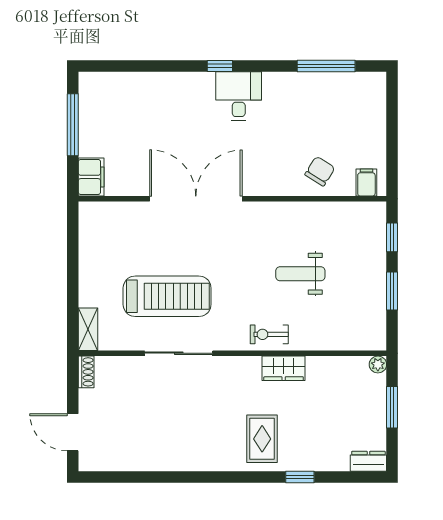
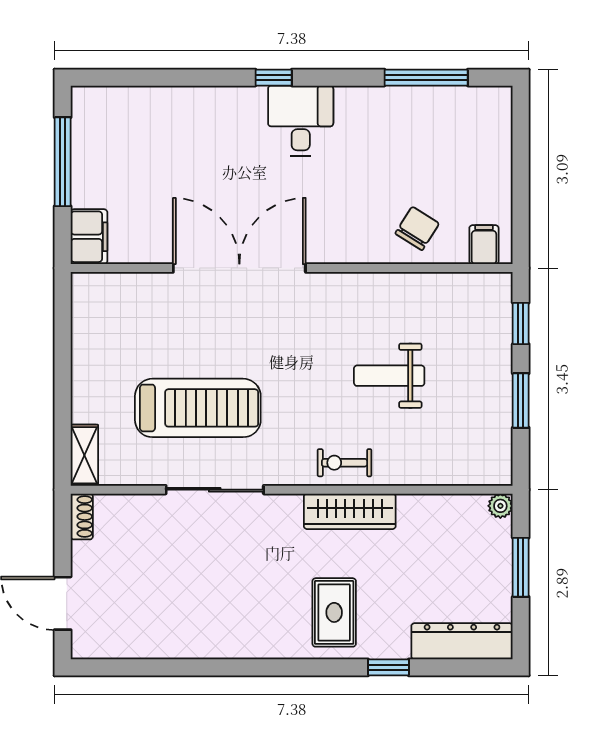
wardrobe: (284, 368) -> (350, 511), width x1.50
dresser: (368, 461) -> (462, 641), width x1.96, depth x1.24

